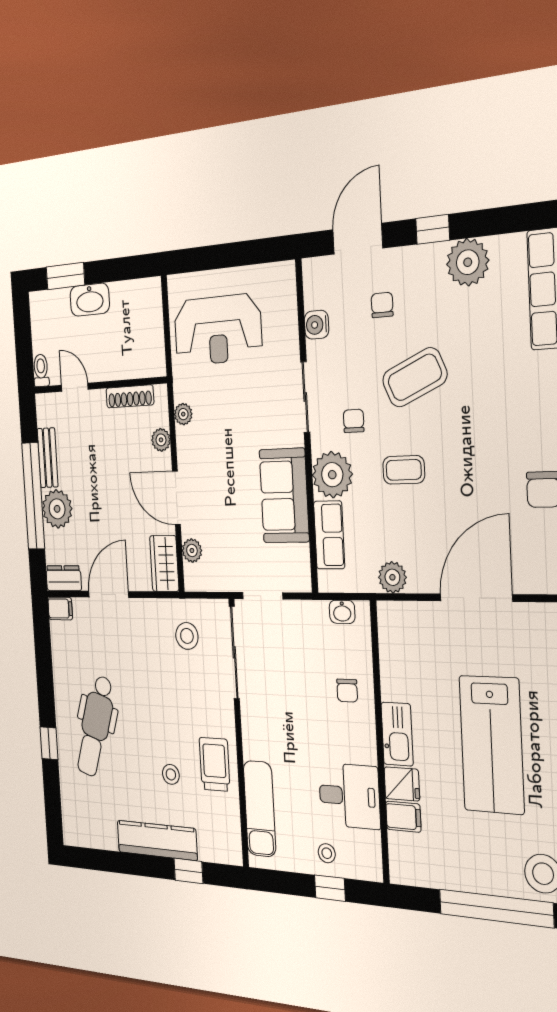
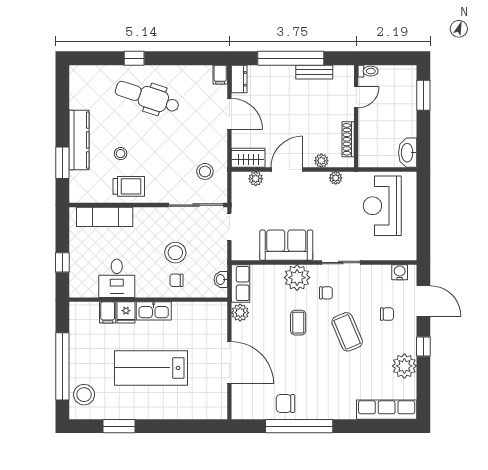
washbasin: (90, 300) -> (408, 153), moved
water cooler: (317, 325) -> (400, 272), moved
plant: (57, 509) -> (282, 77), removed
row of seats: (329, 535) -> (240, 284), moved, turned -90
stool: (327, 853) -> (175, 253), moved, width x1.89, depth x1.89
window: (189, 871) -> (62, 163), width x1.50

